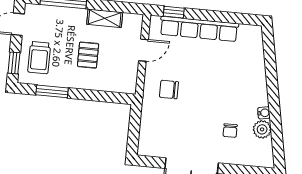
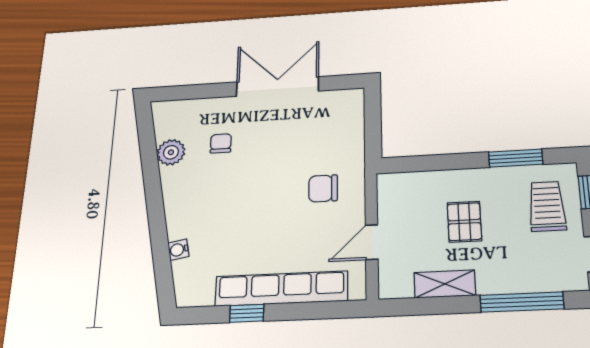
window: (174, 12) -> (247, 313), moved
chair: (169, 89) -> (323, 188), turned 180
water cooler: (264, 113) -> (178, 250), moved

